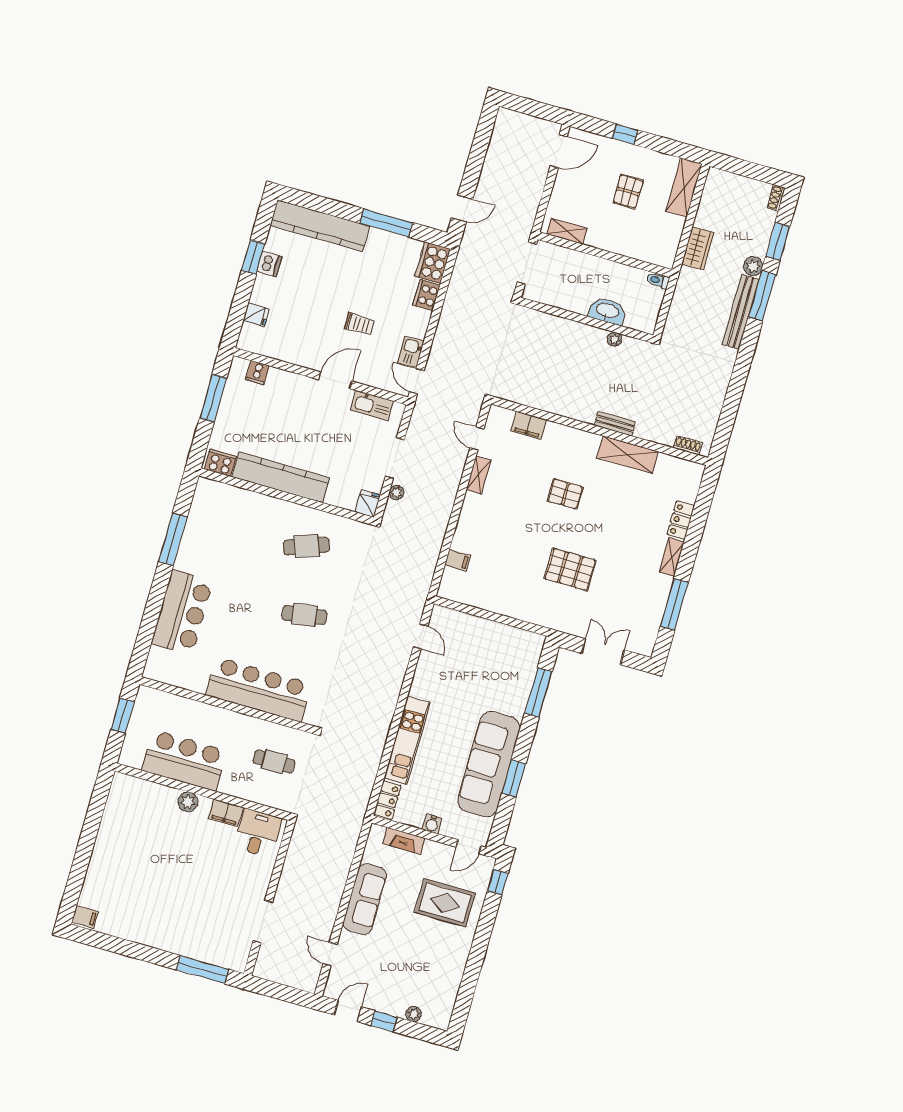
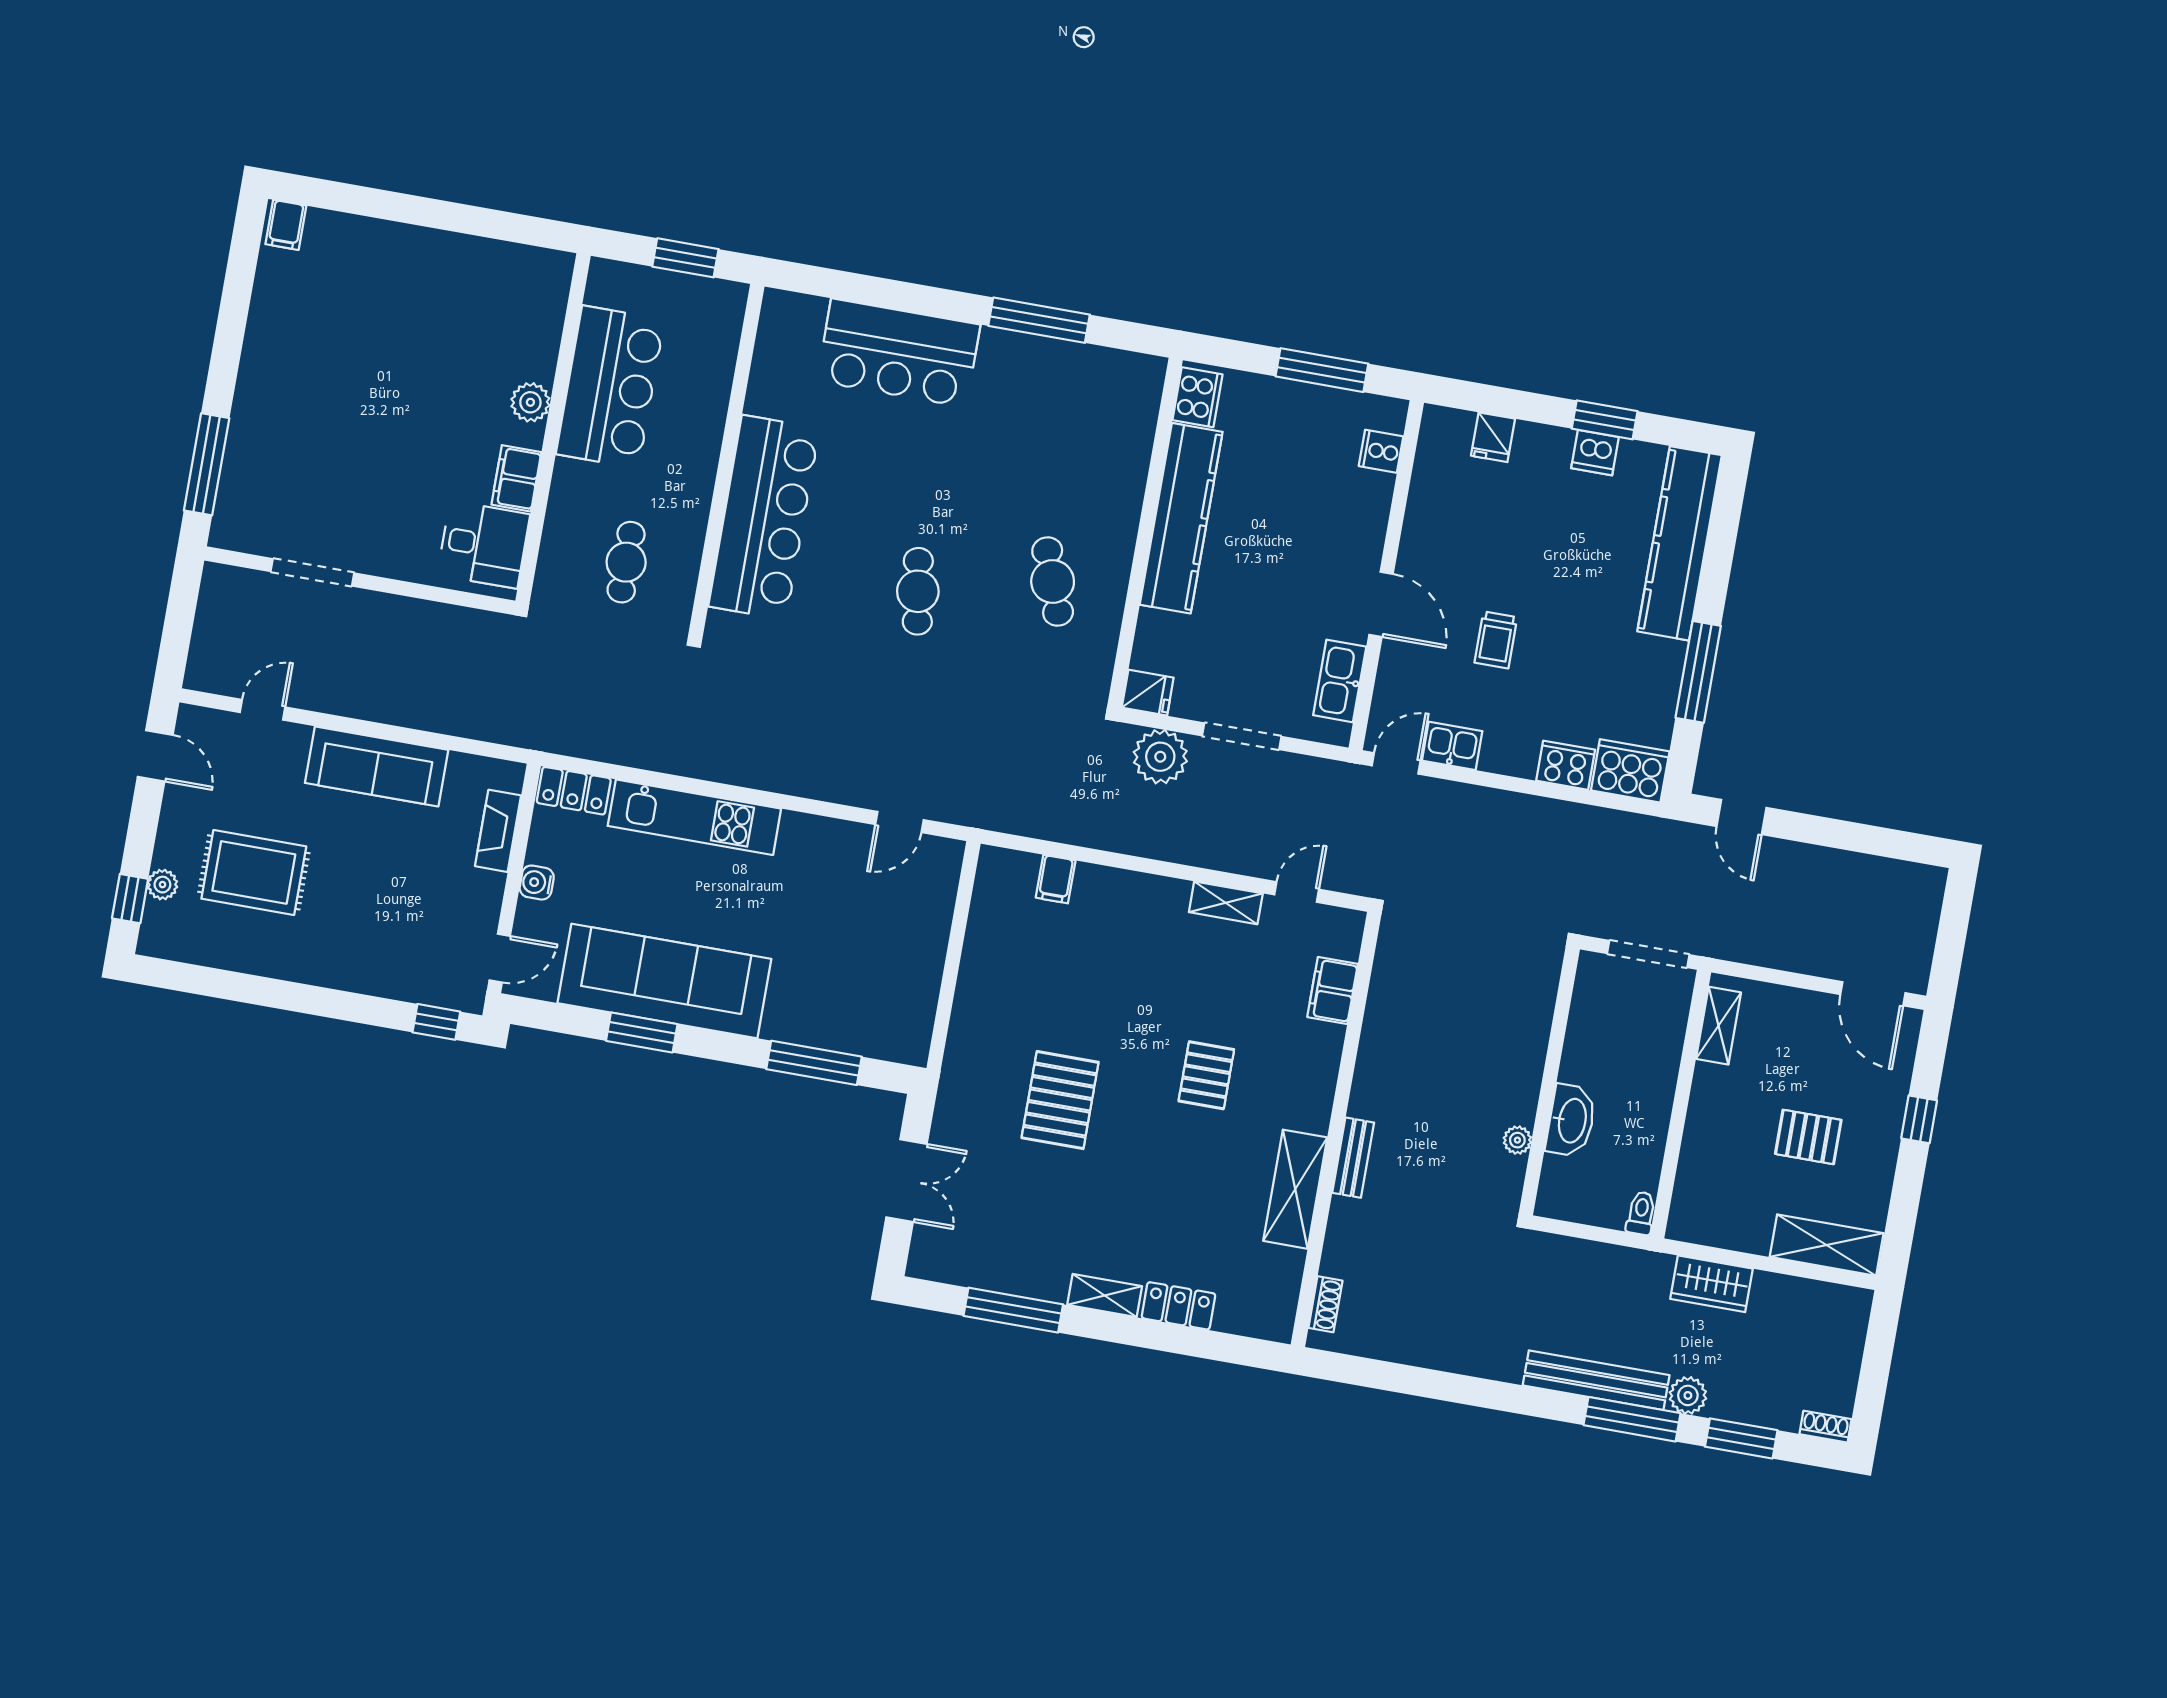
plant: (397, 493) -> (1160, 757), width x1.87, depth x1.87
door: (469, 847) -> (500, 958), swing flipped
rug: (445, 903) -> (254, 872), moved, turned 90
window: (384, 1021) -> (130, 899), moved

